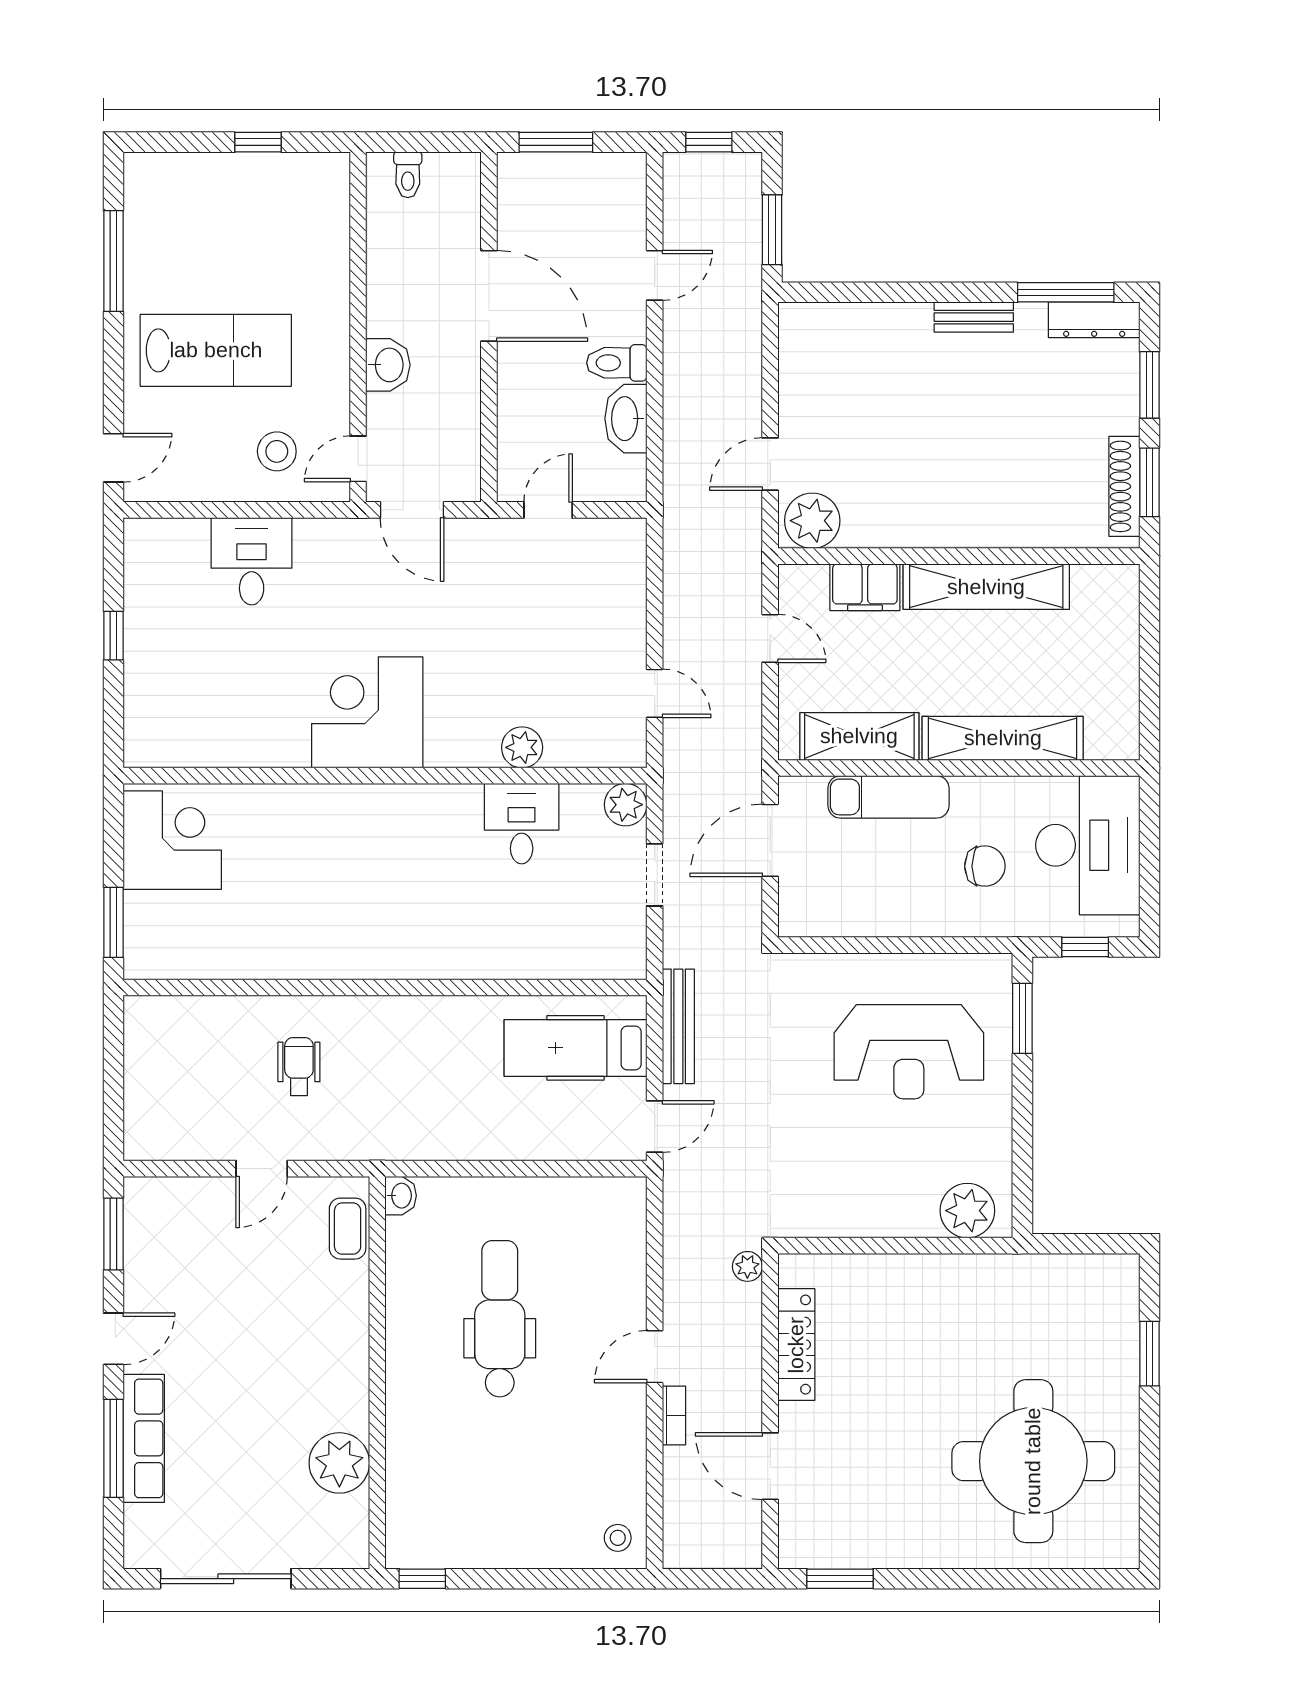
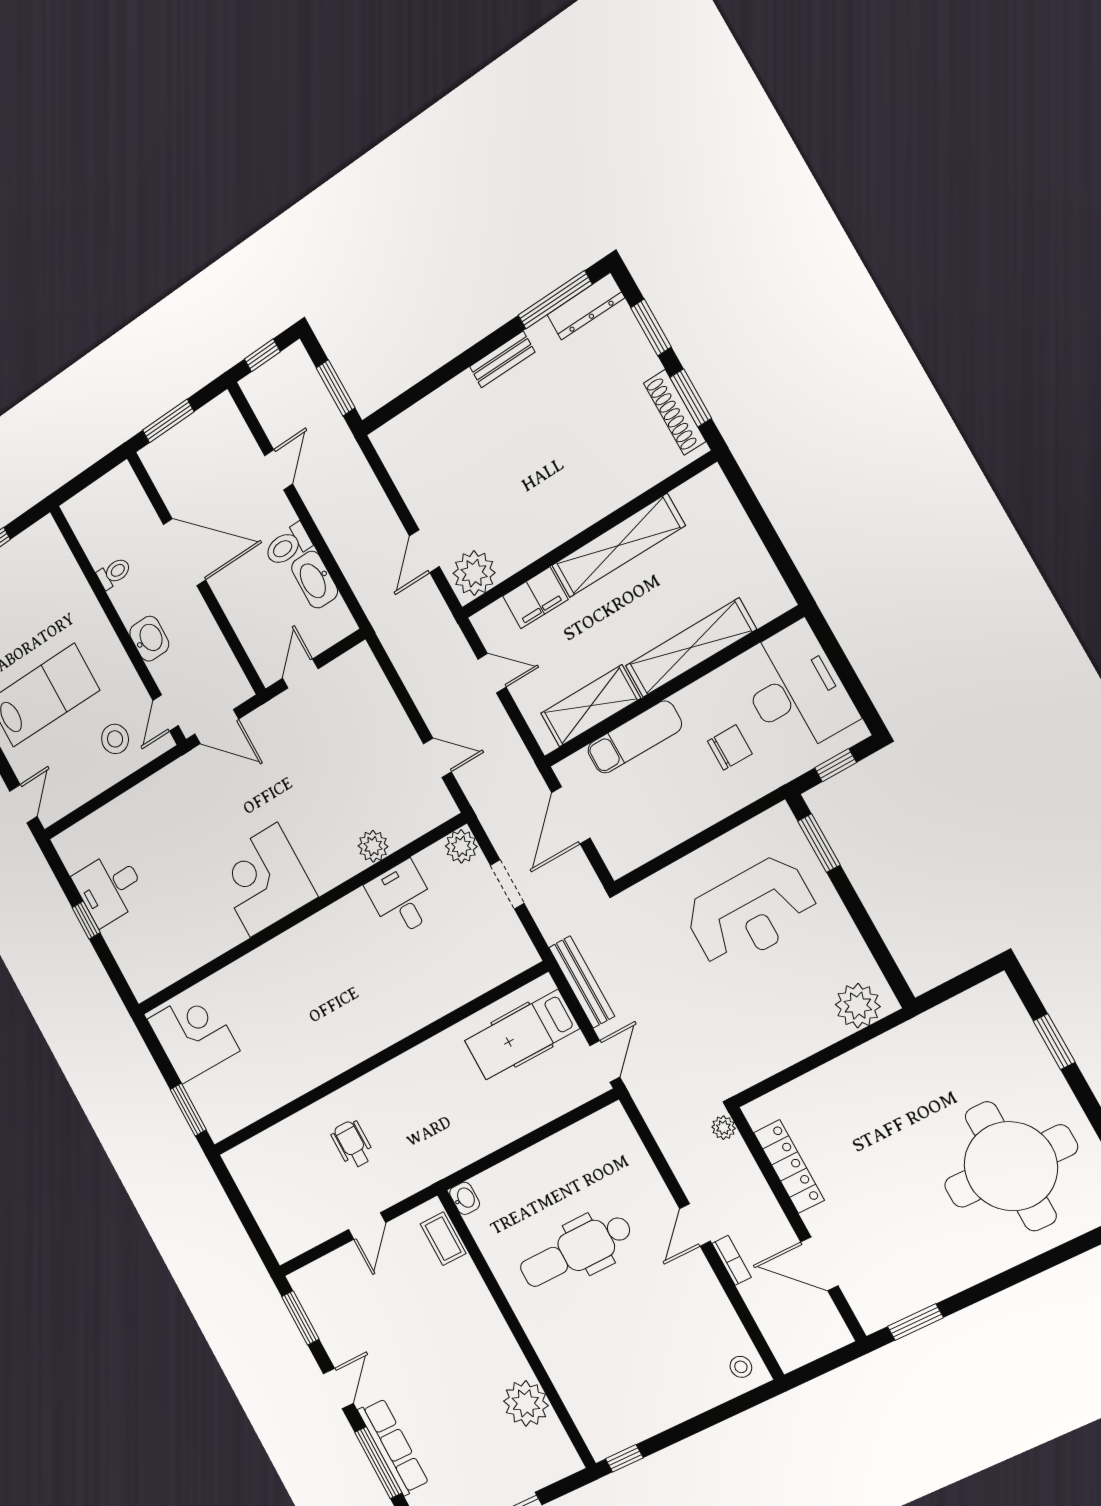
toilet: (408, 175) -> (114, 573), moved, turned -90
desk: (252, 561) -> (110, 888), moved, turned -90
dental chair: (500, 1319) -> (576, 1251), turned -90

